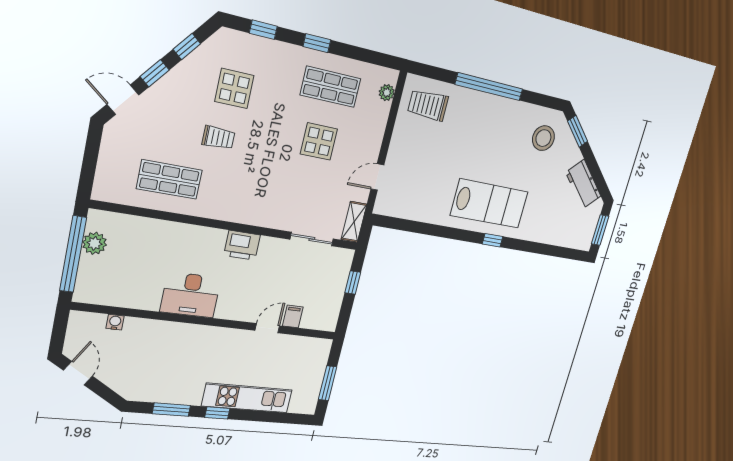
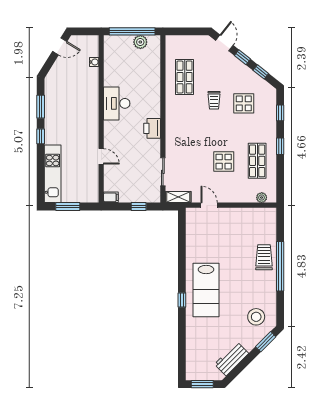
trolley: (428, 105) -> (264, 257), moved
filing cabinet: (293, 317) -> (111, 197), moved
kitchen unit: (247, 398) -> (53, 174), moved

